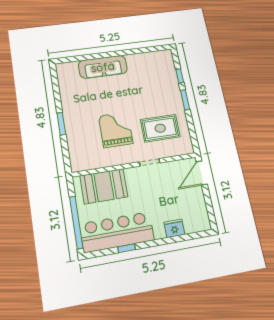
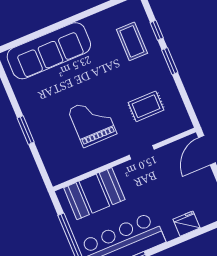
sofa: (103, 67) -> (49, 51), width x1.36, depth x1.27
coffee table: (159, 79) -> (132, 41), added
rug: (160, 128) -> (146, 106), width x0.73, depth x0.70

